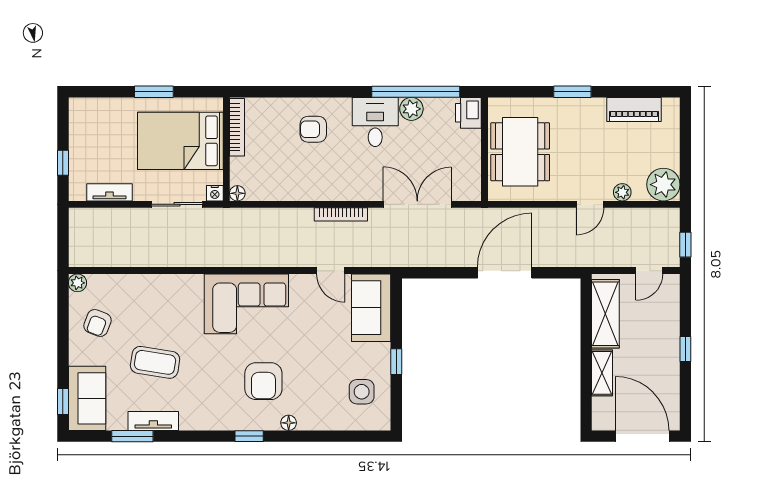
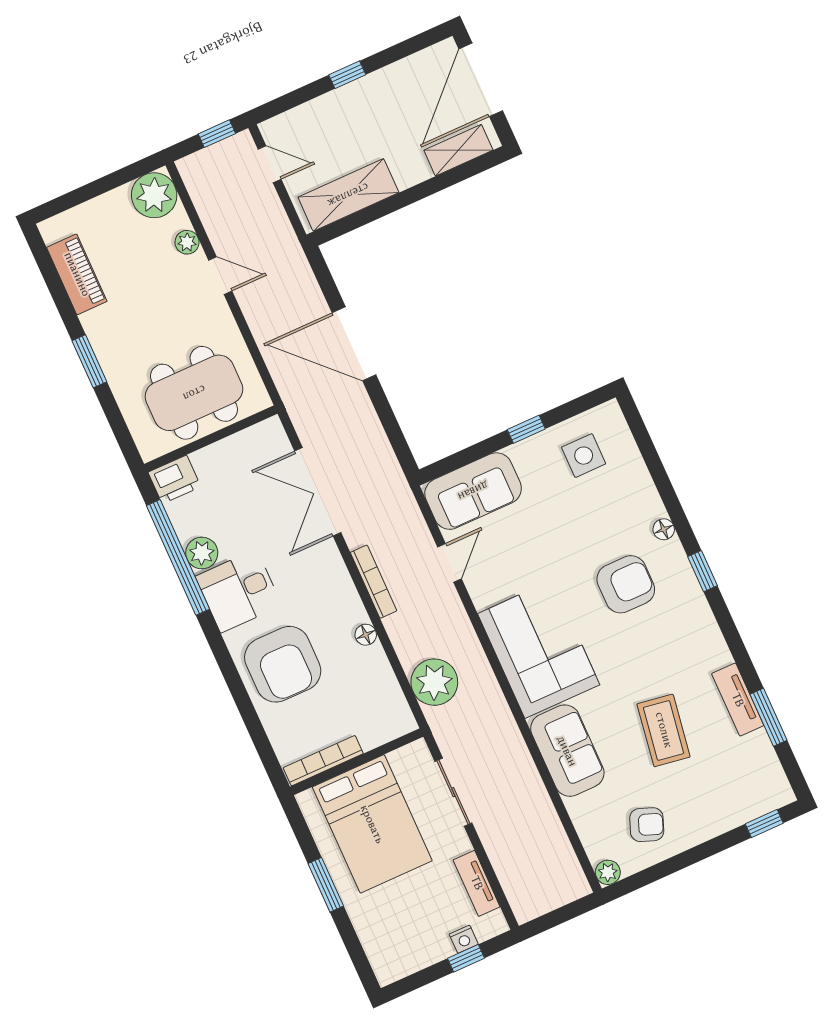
armchair: (313, 129) -> (283, 664), width x1.88, depth x1.88
nightstand: (215, 193) -> (464, 939), moved, turned 90
floor lamp: (237, 193) -> (366, 635), moved
plant: (256, 225) -> (434, 682), added
shelving: (602, 373) -> (458, 150), moved
sofa: (87, 398) -> (567, 751), moved, turned 90

